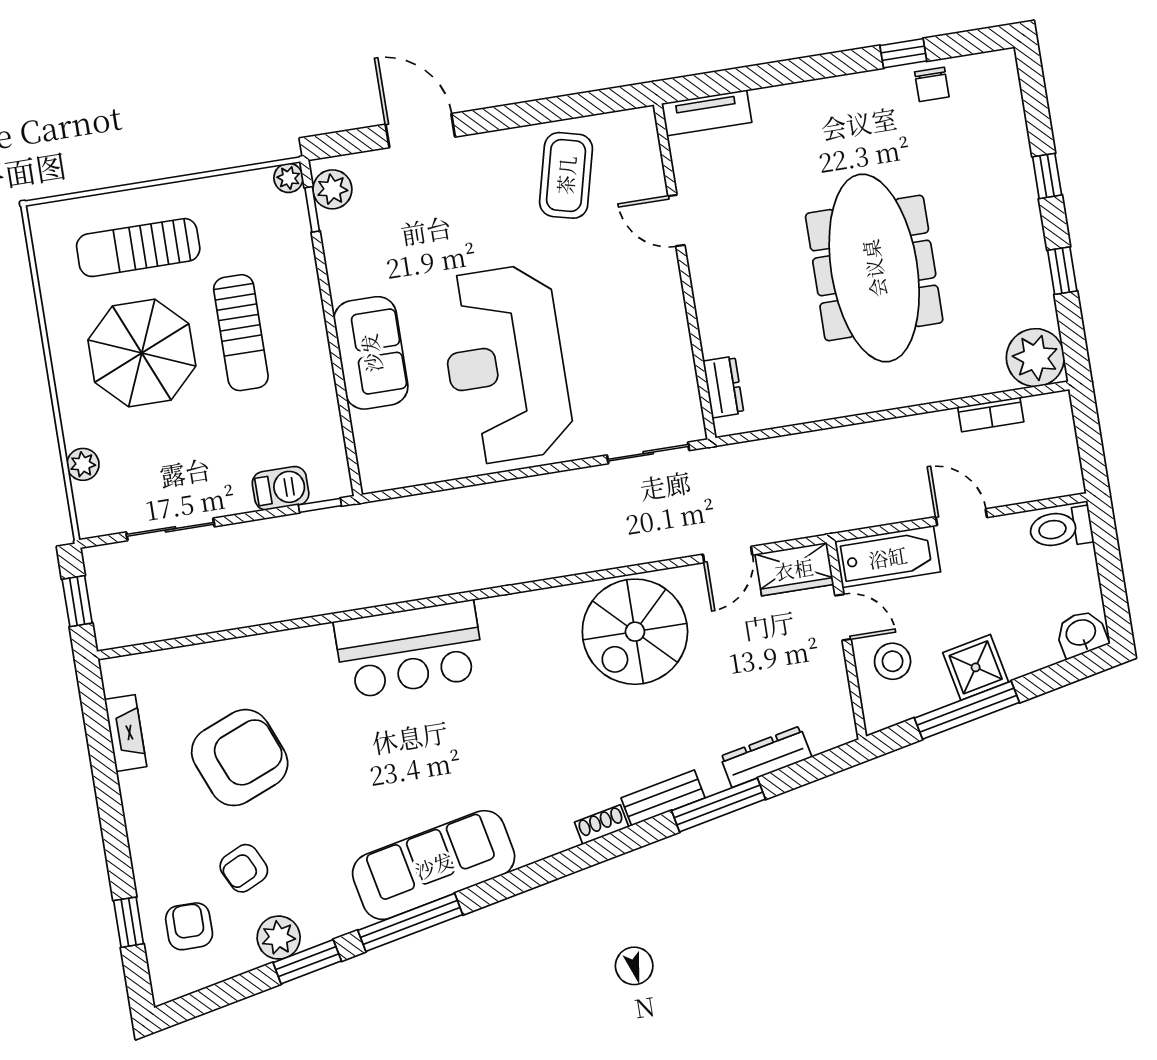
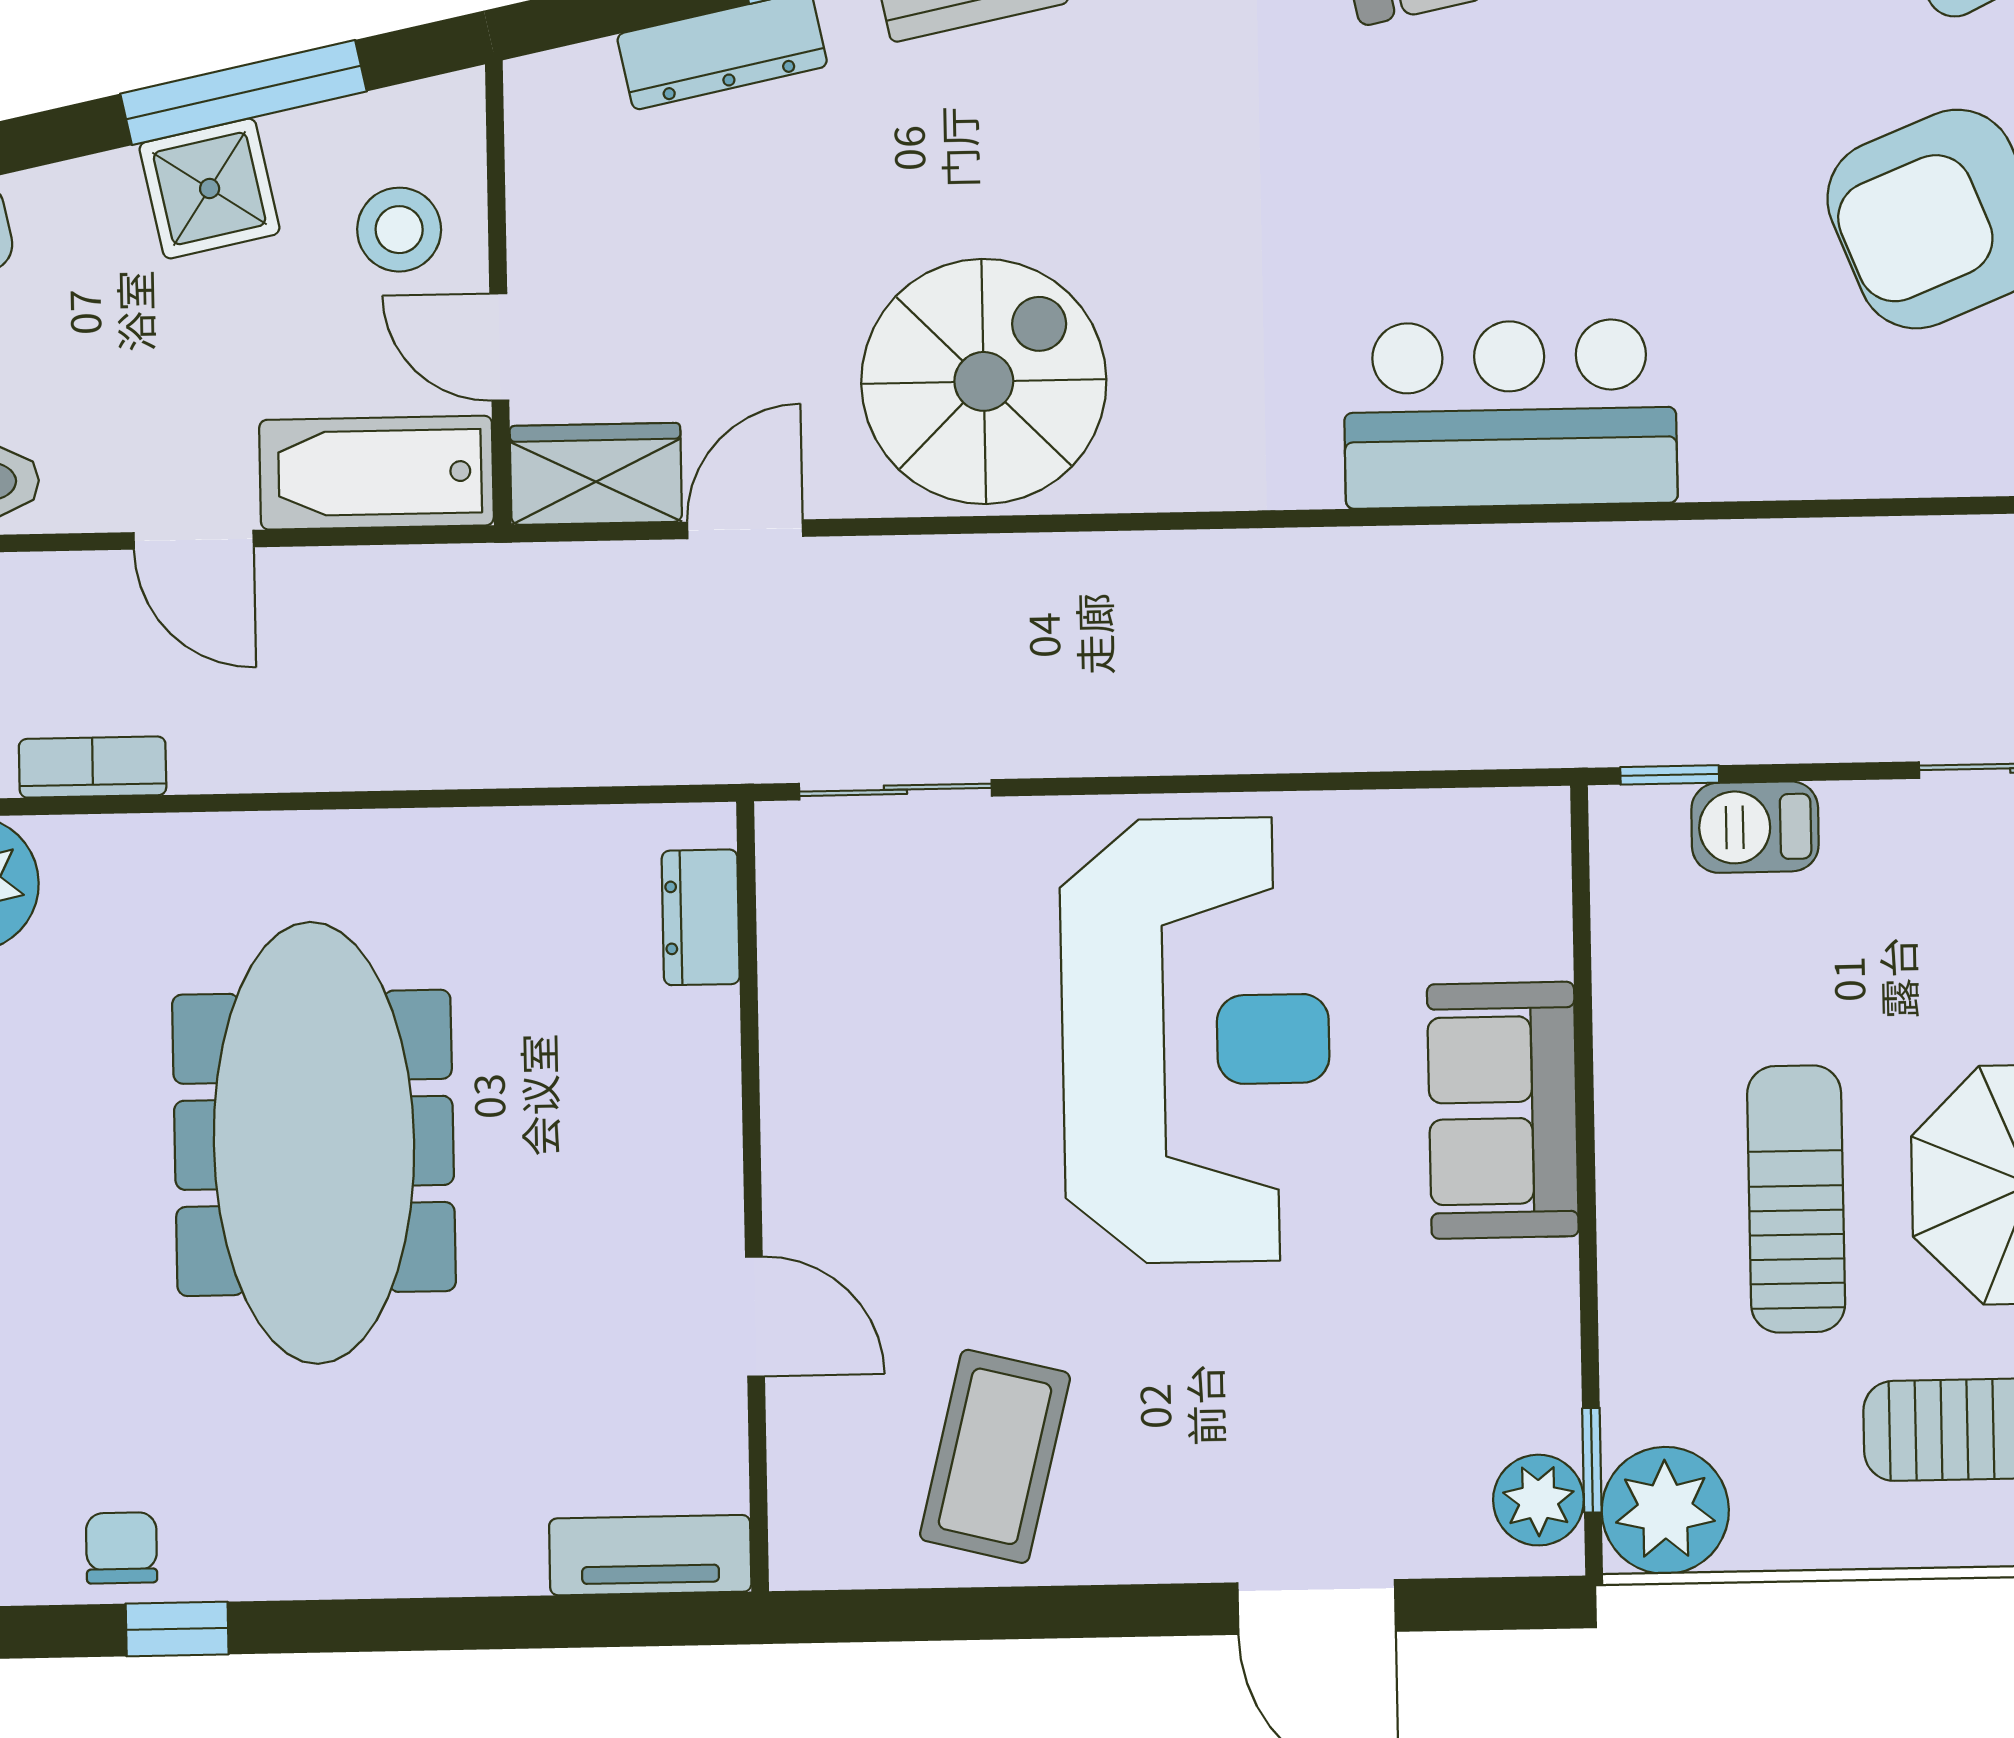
plant: (288, 178) -> (1665, 1510), width x1.88, depth x1.88

